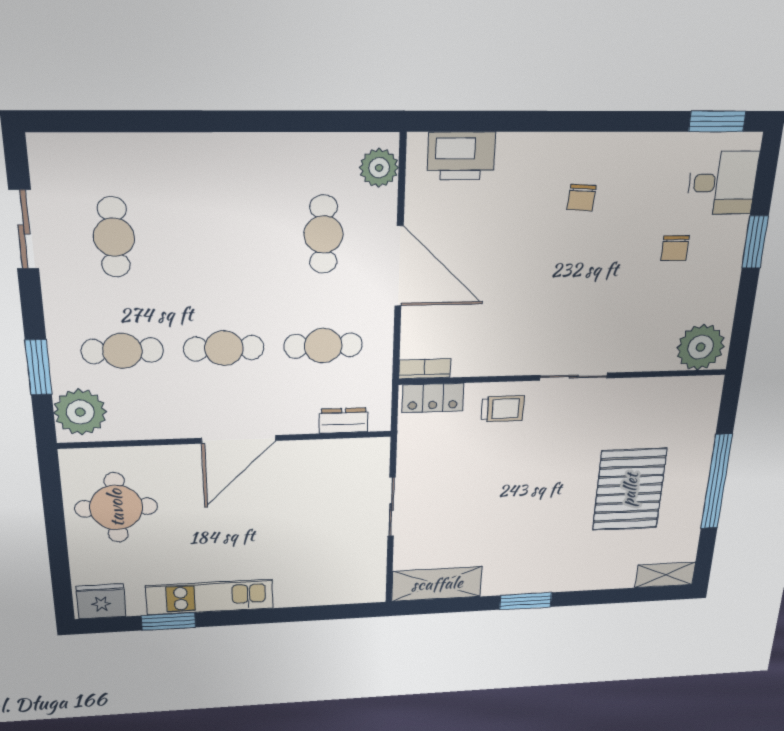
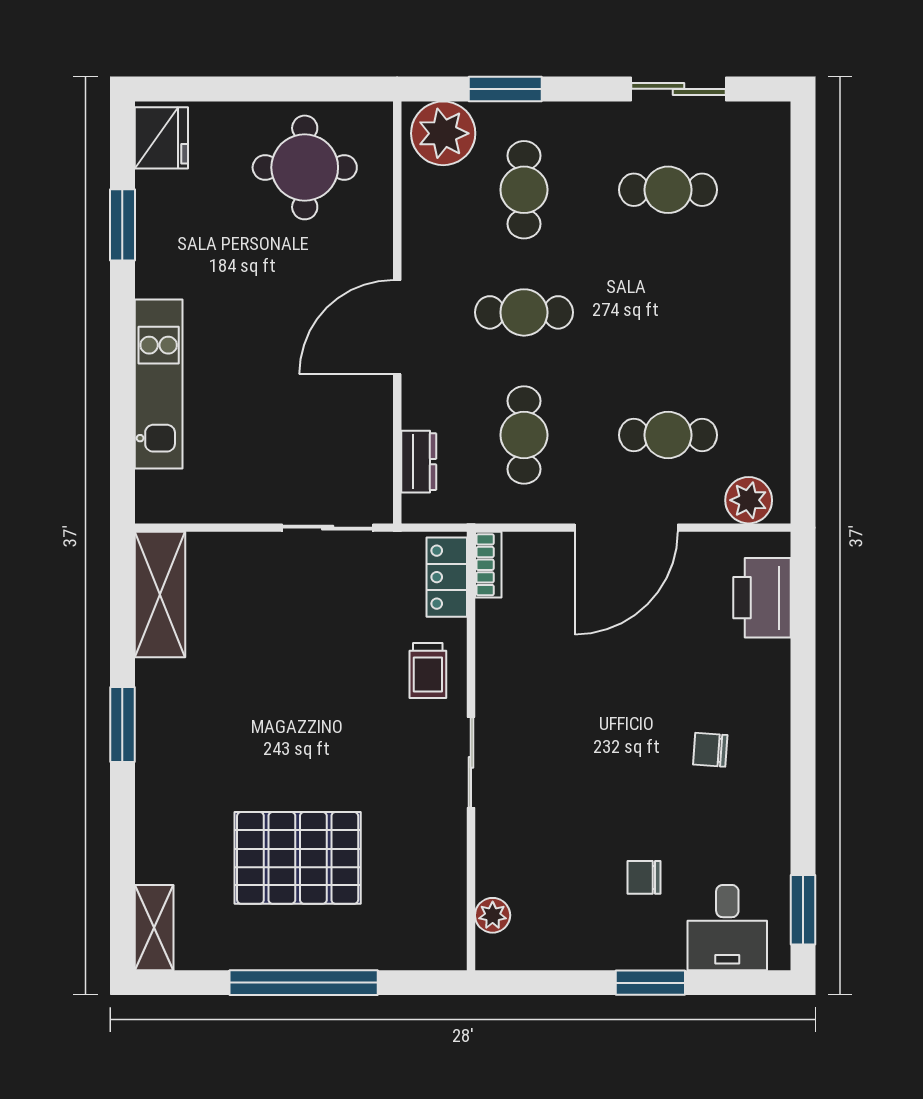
plant: (701, 347) -> (493, 915), width x0.53, depth x0.53
cafe table: (224, 348) -> (524, 312), turned 90
door: (239, 439) -> (397, 327), hinge flipped
sliding door: (392, 507) -> (328, 528), moved
kitchen unit: (210, 597) -> (159, 384), moved

